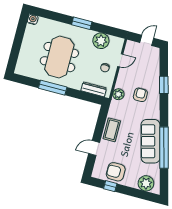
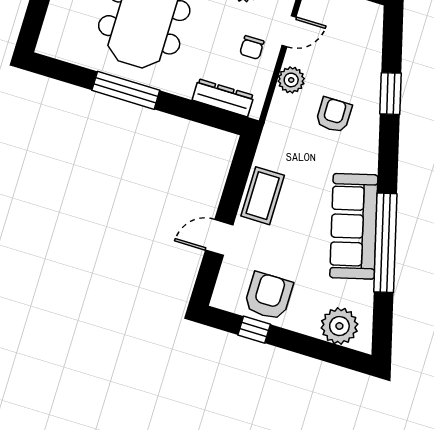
plant: (118, 94) -> (291, 80), moved
armchair: (116, 172) -> (268, 296), turned 90

